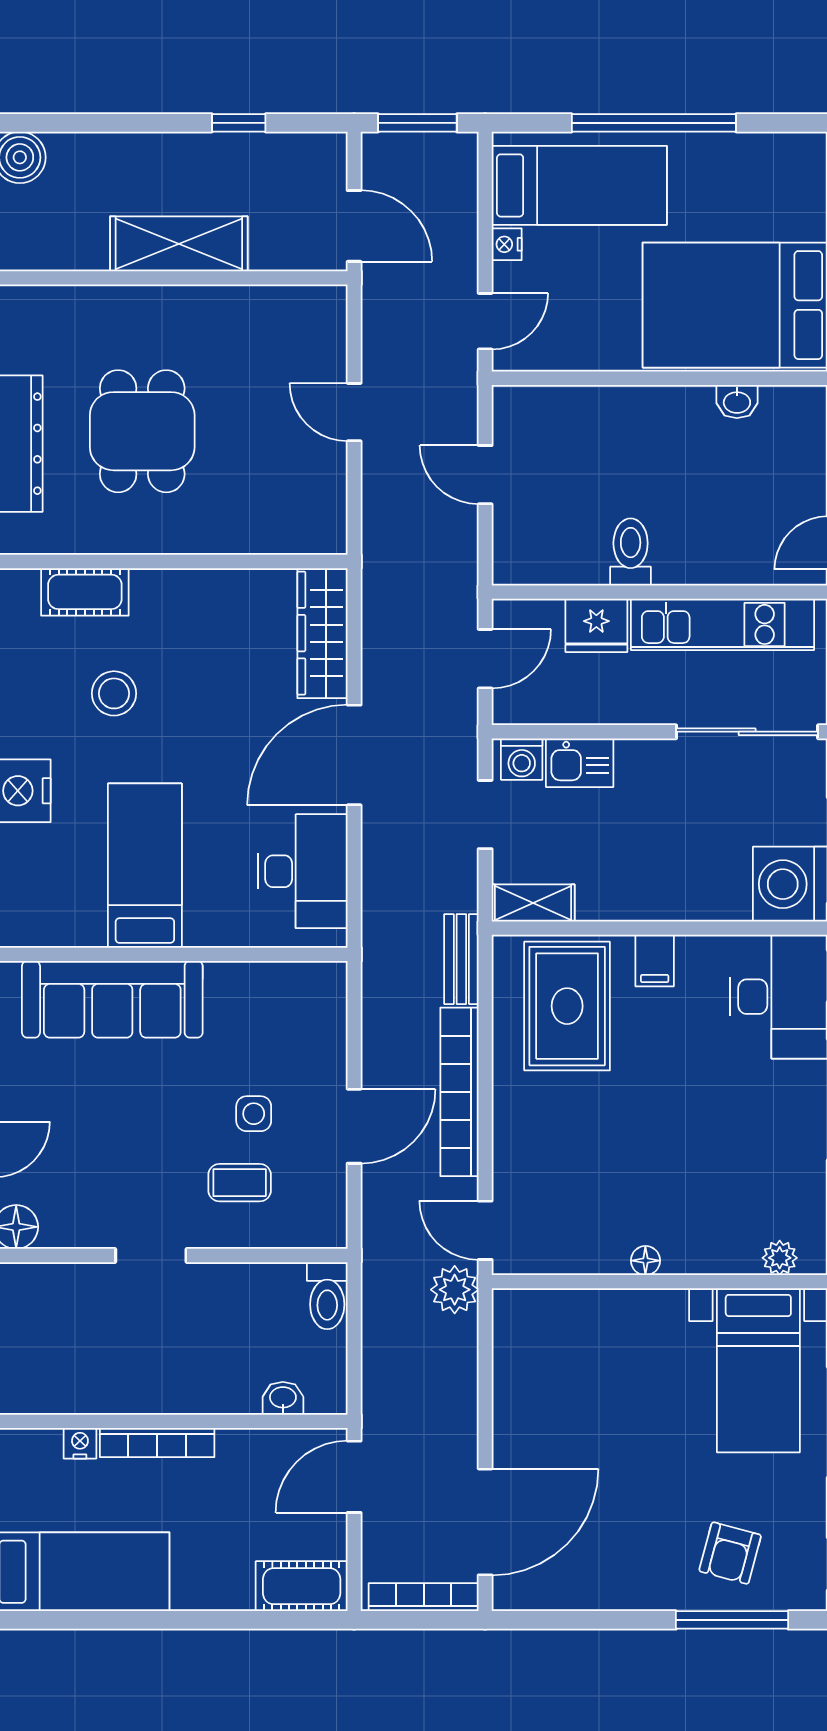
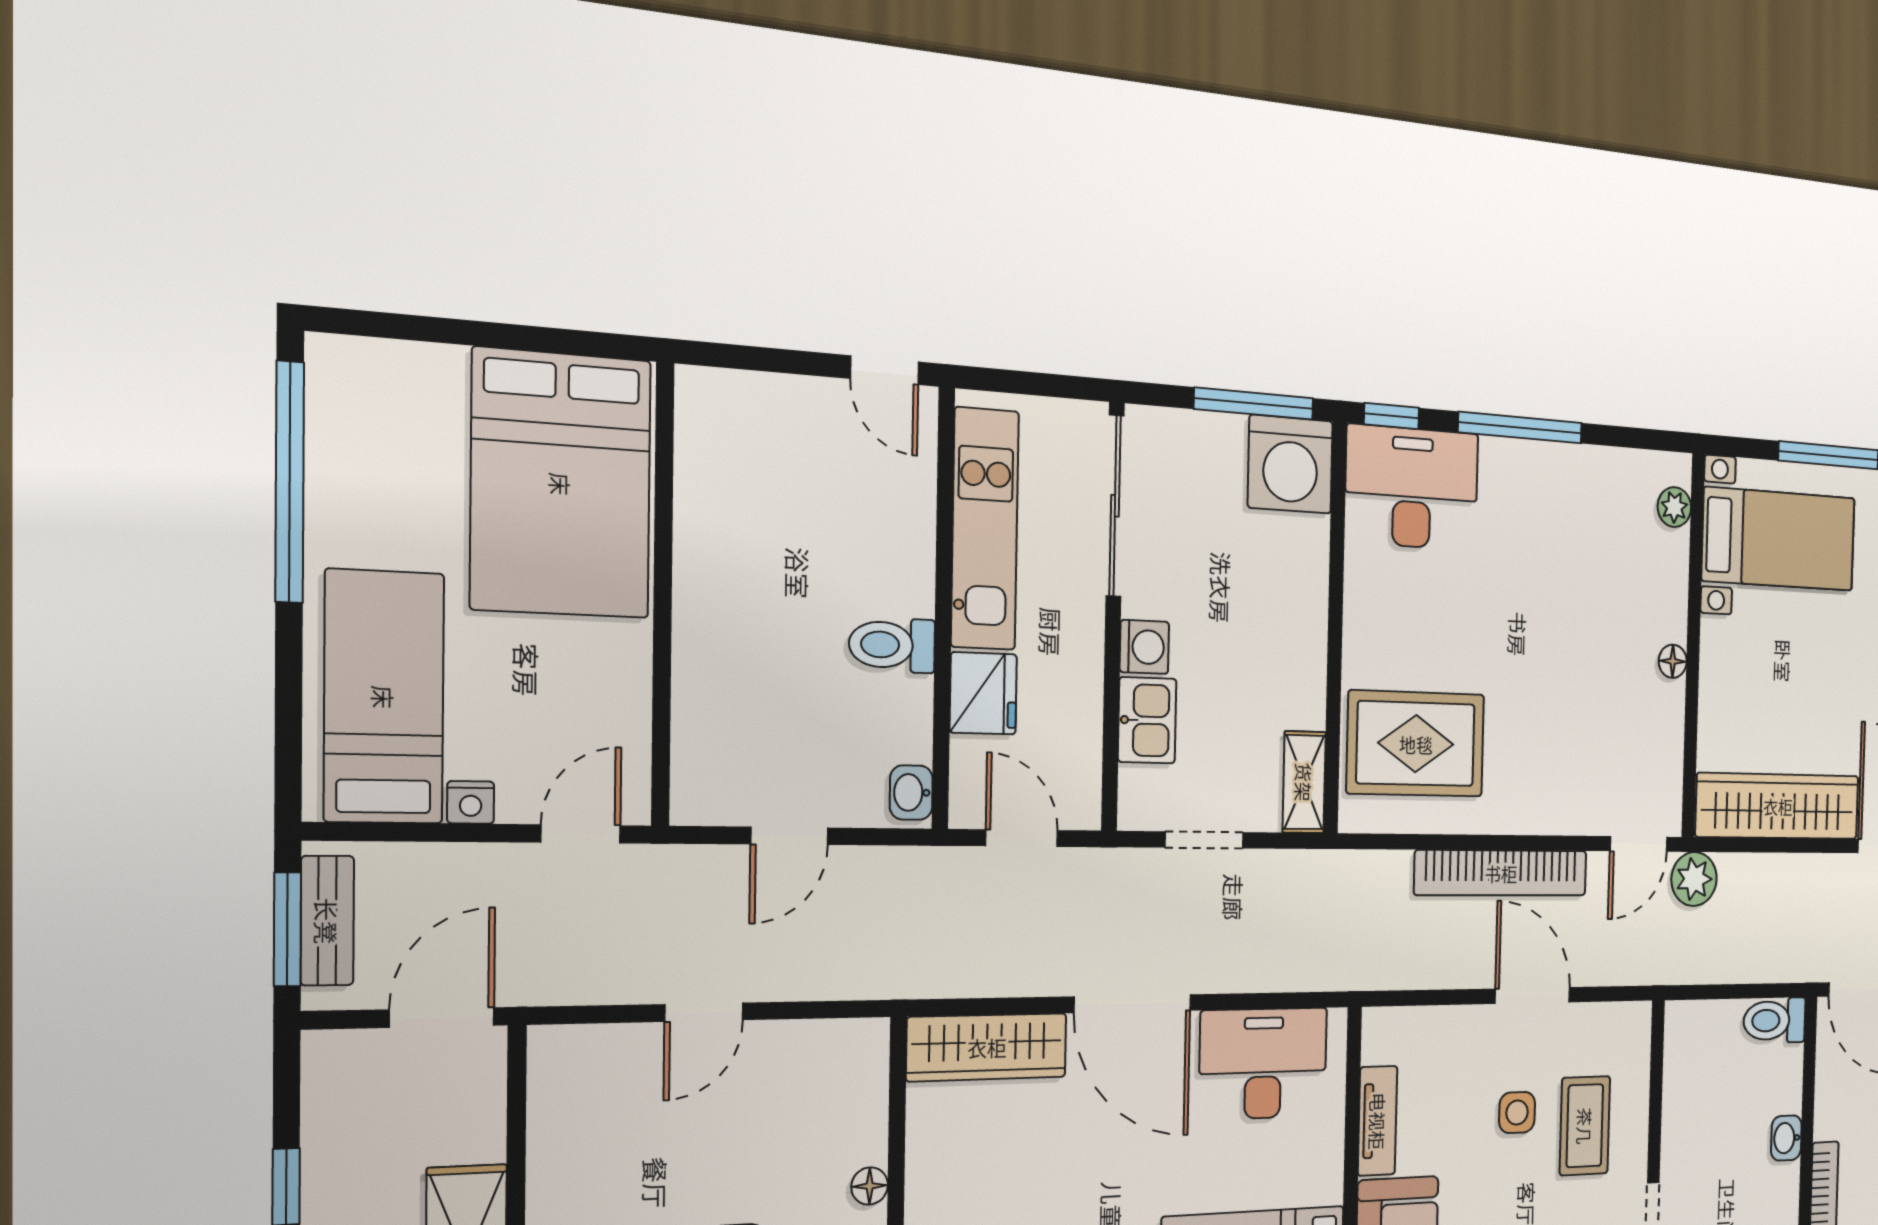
window: (654, 123) -> (290, 482), moved
door: (485, 321) -> (581, 834), hinge flipped
washbasin: (737, 402) -> (911, 793), moved, turned 180
floor lamp: (219, 541) -> (870, 1186), added
washing machine: (522, 759) -> (1144, 647), moved
bench: (461, 959) -> (327, 921), moved, turned 90
filing cabinet: (655, 960) -> (1370, 636), removed
tv unit: (252, 978) -> (1378, 1121), added
coffee table: (240, 1183) -> (1585, 1126), width x1.36, depth x1.30
toilet: (327, 1296) -> (1774, 1020), moved, turned 180
wardrobe: (520, 1378) -> (1778, 806), added
washbasin: (283, 1398) -> (1786, 1138), moved

